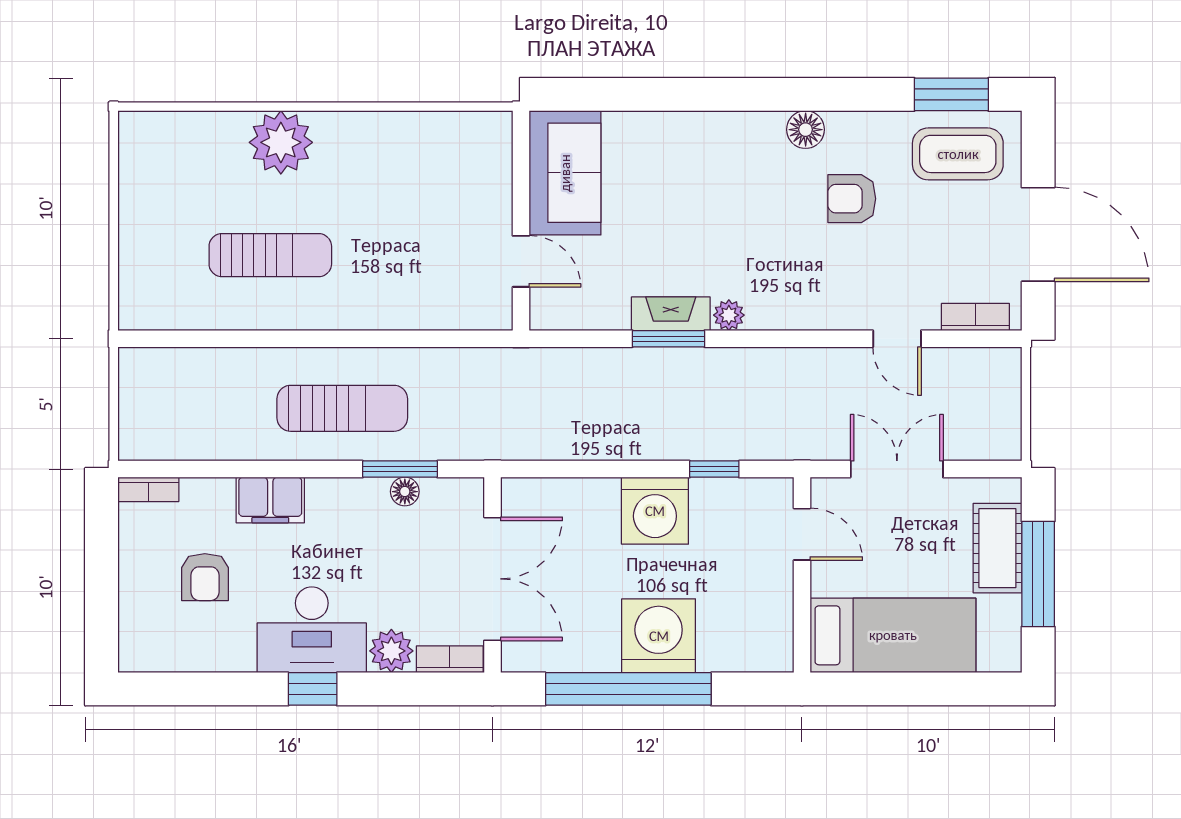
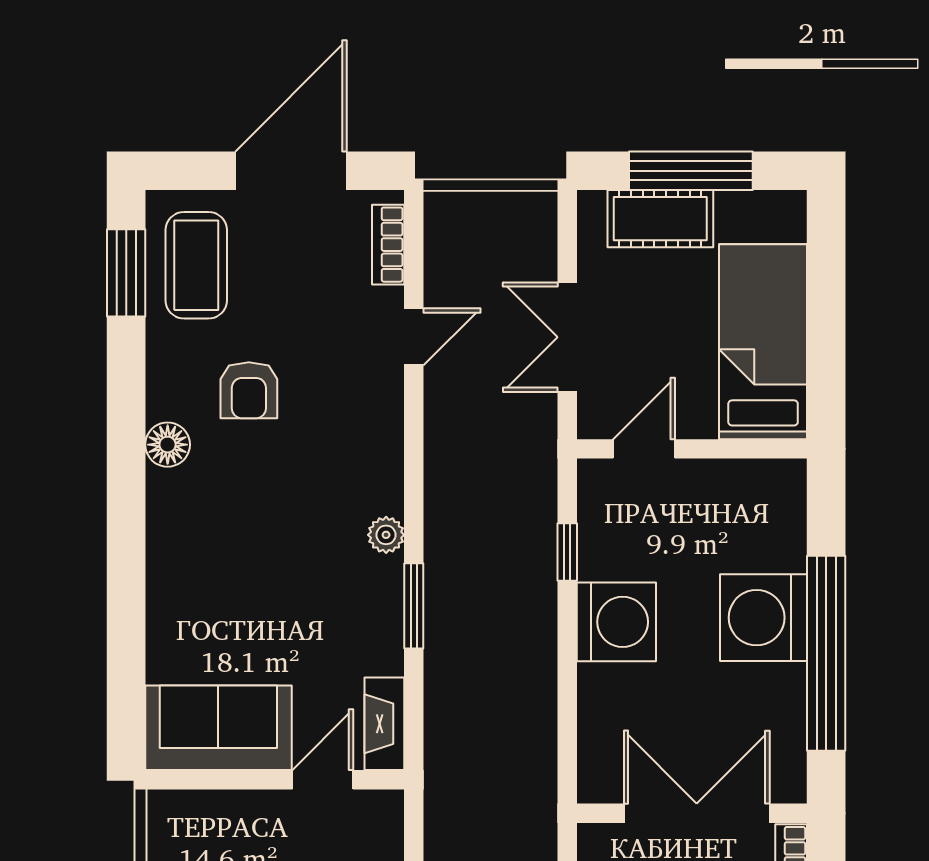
fireplace: (671, 314) -> (384, 724), moved

